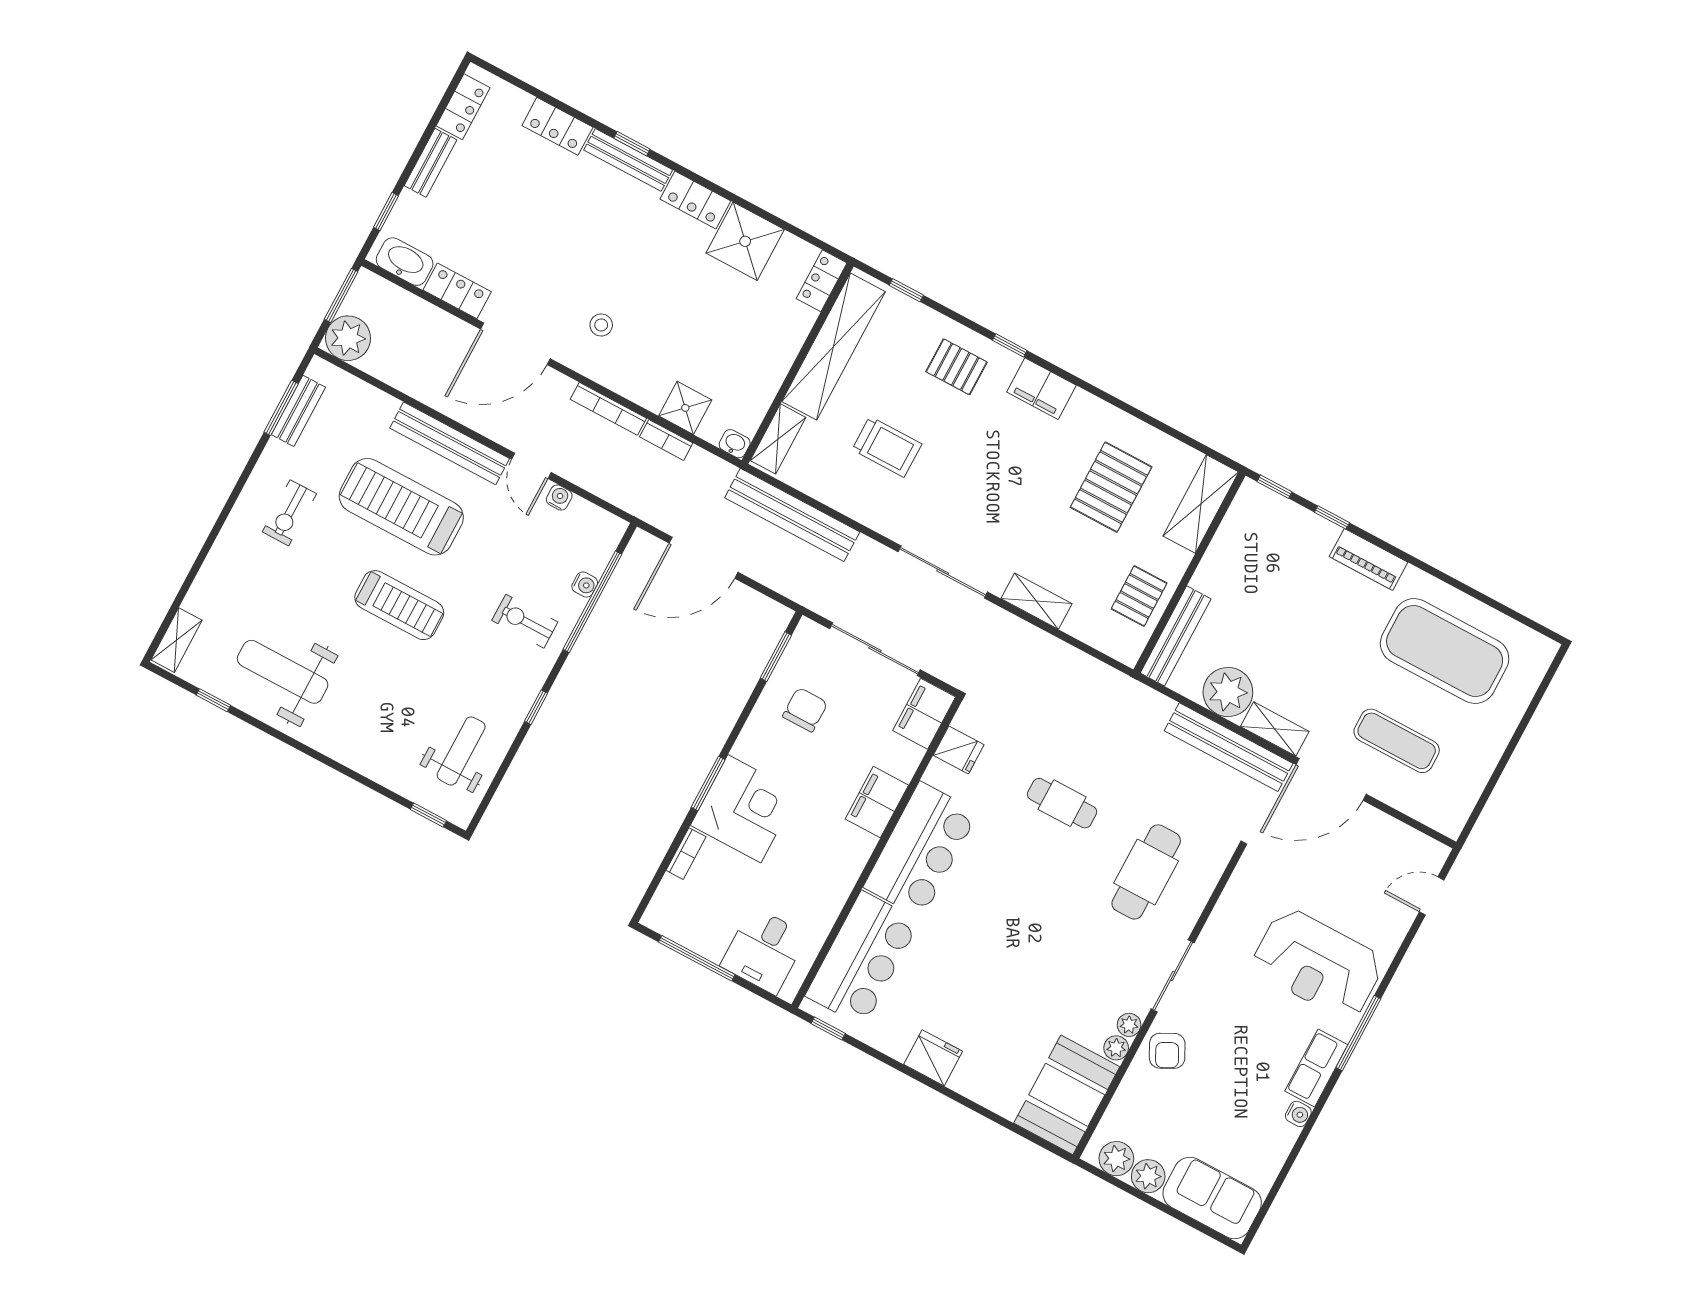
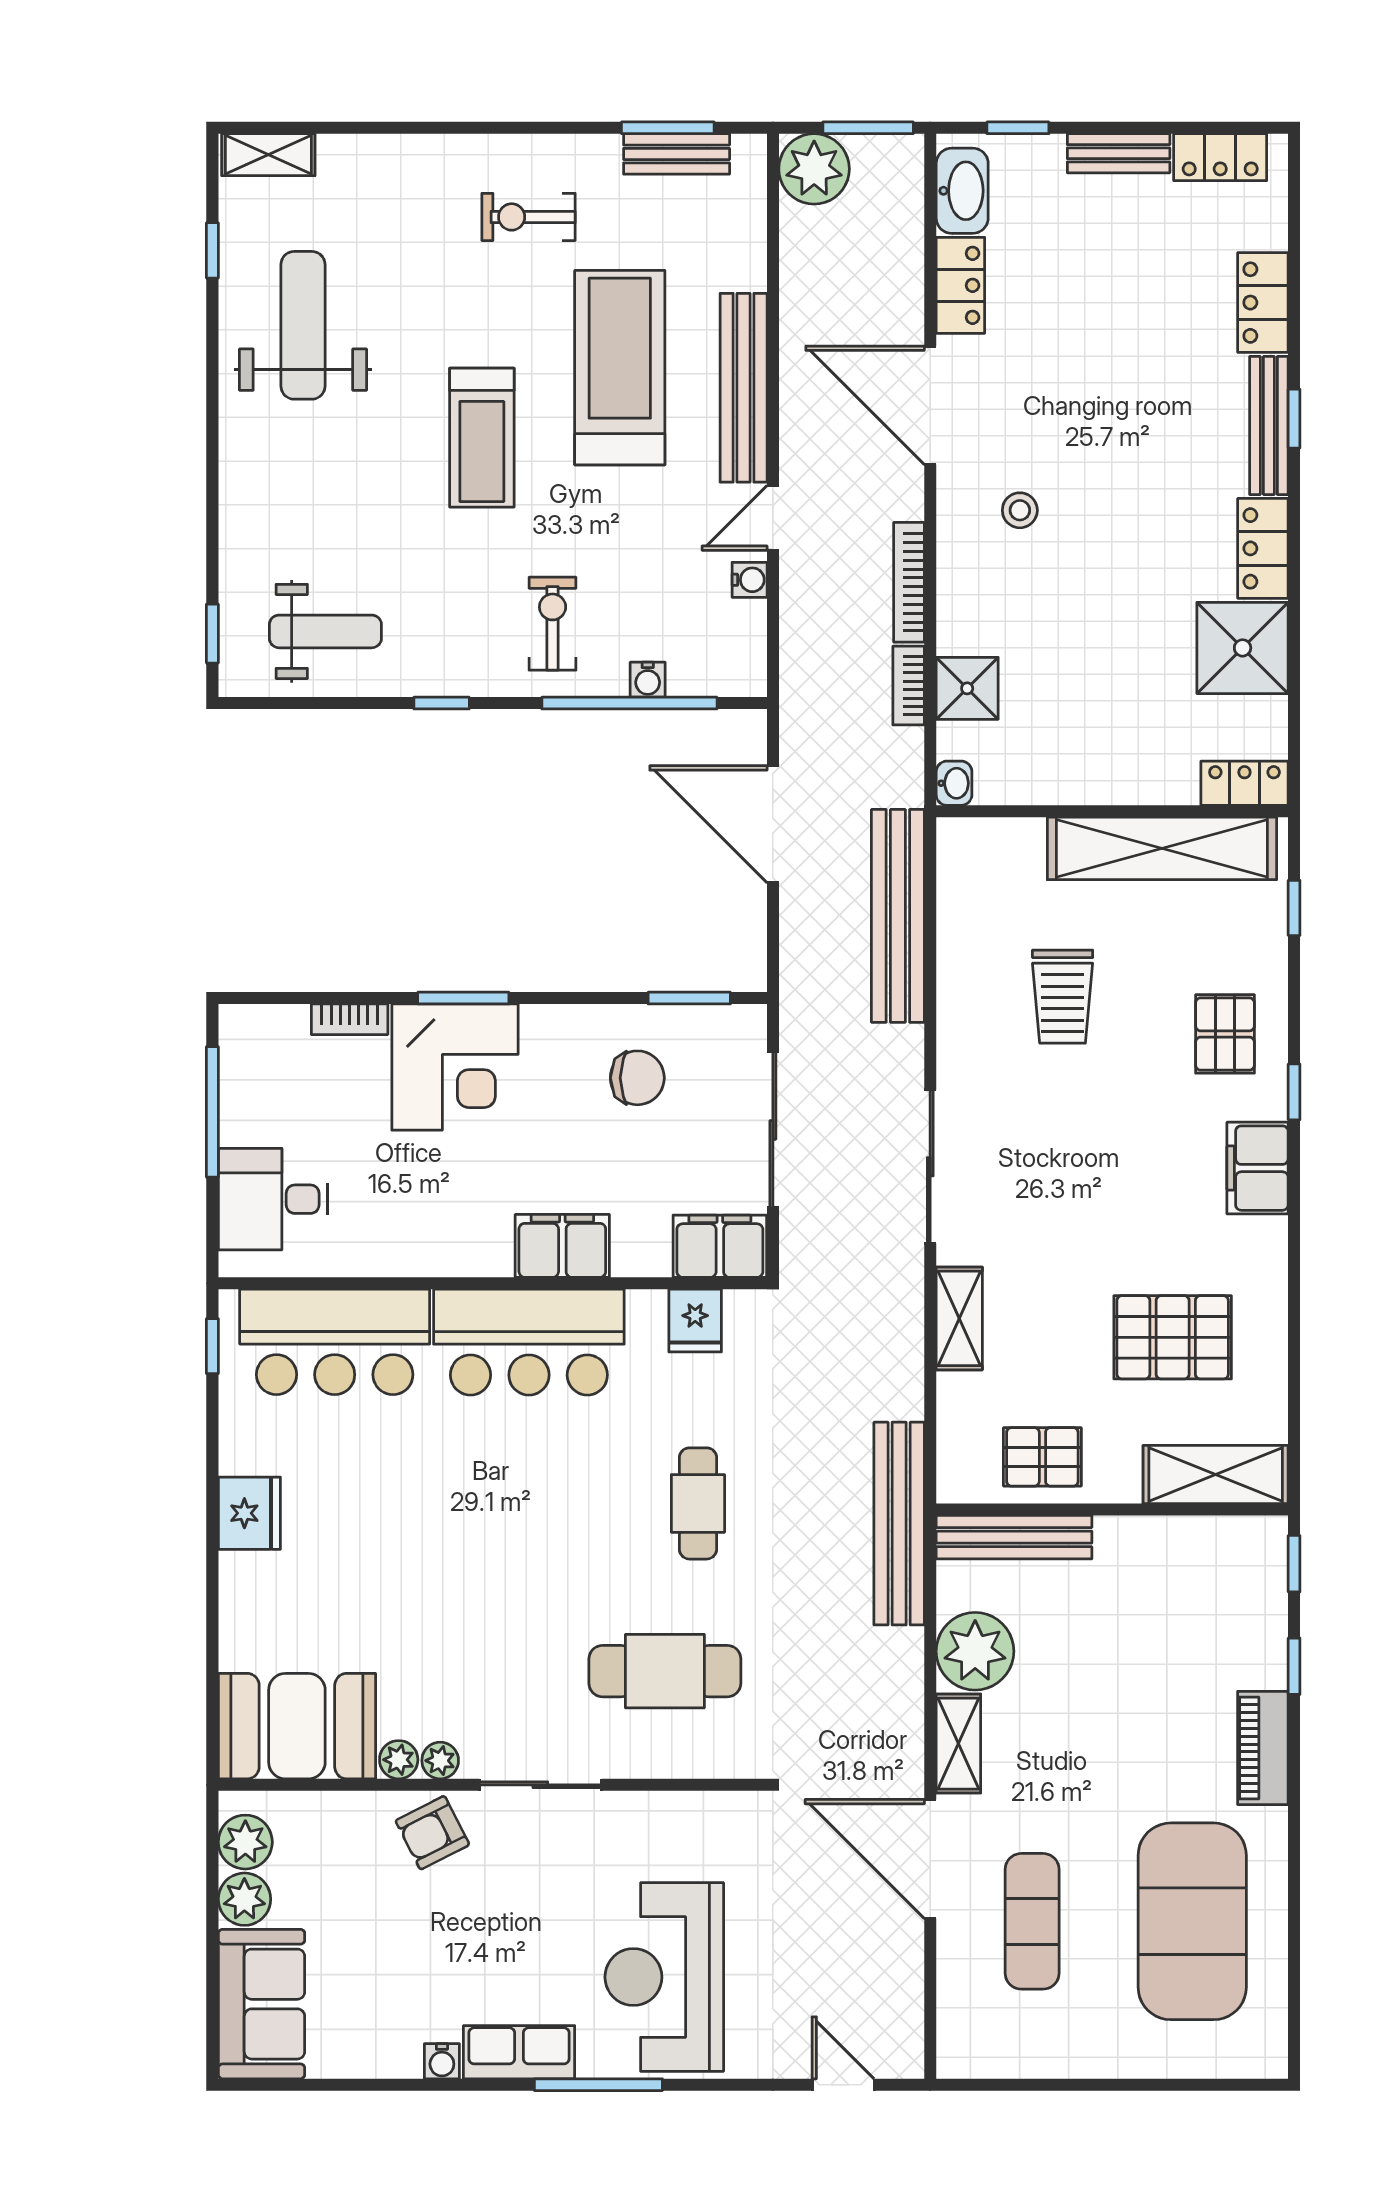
shelving: (778, 439) -> (993, 840), removed
bench: (1229, 747) -> (899, 1524), moved

